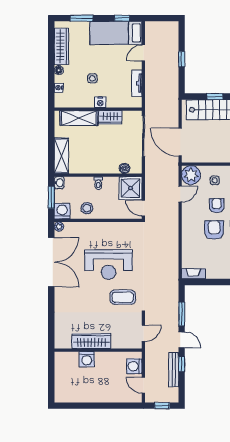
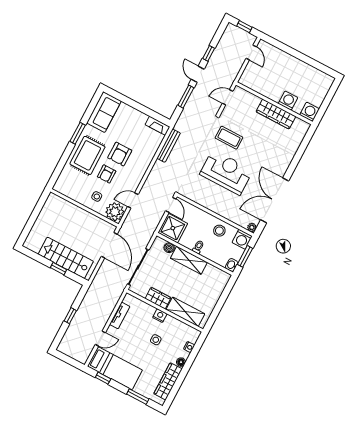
shelving: (61, 156) -> (189, 260), moved, turned 90
washing machine: (134, 366) -> (309, 112), moved, turned -90
bench: (174, 370) -> (169, 146), moved

